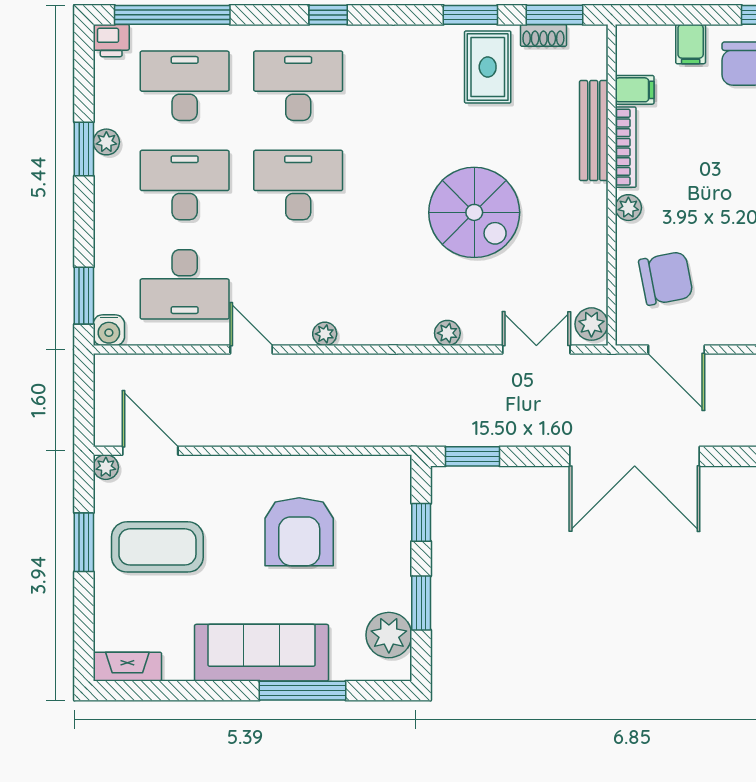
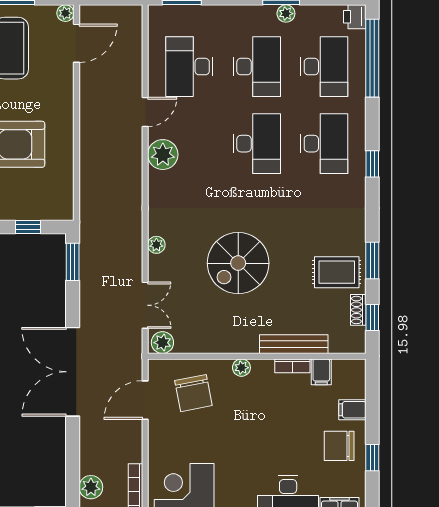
window: (555, 15) -> (372, 318), width x0.67
bookcase: (626, 147) -> (292, 366), width x0.64
water cooler: (109, 330) -> (158, 15), removed
plant: (325, 334) -> (163, 155), width x1.88, depth x1.88

